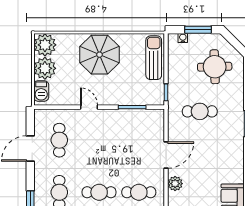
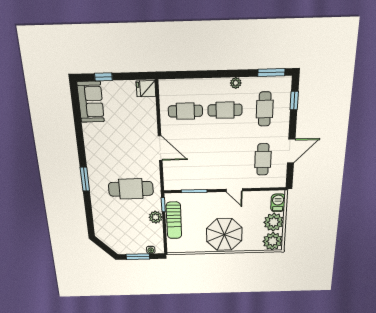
sun lounger: (154, 58) -> (174, 220), moved
round table: (215, 67) -> (121, 227), removed
cafe table: (200, 111) -> (131, 189), width x1.37, depth x1.35
door: (166, 155) -> (160, 148), swing flipped
plant: (175, 184) -> (156, 217), moved

